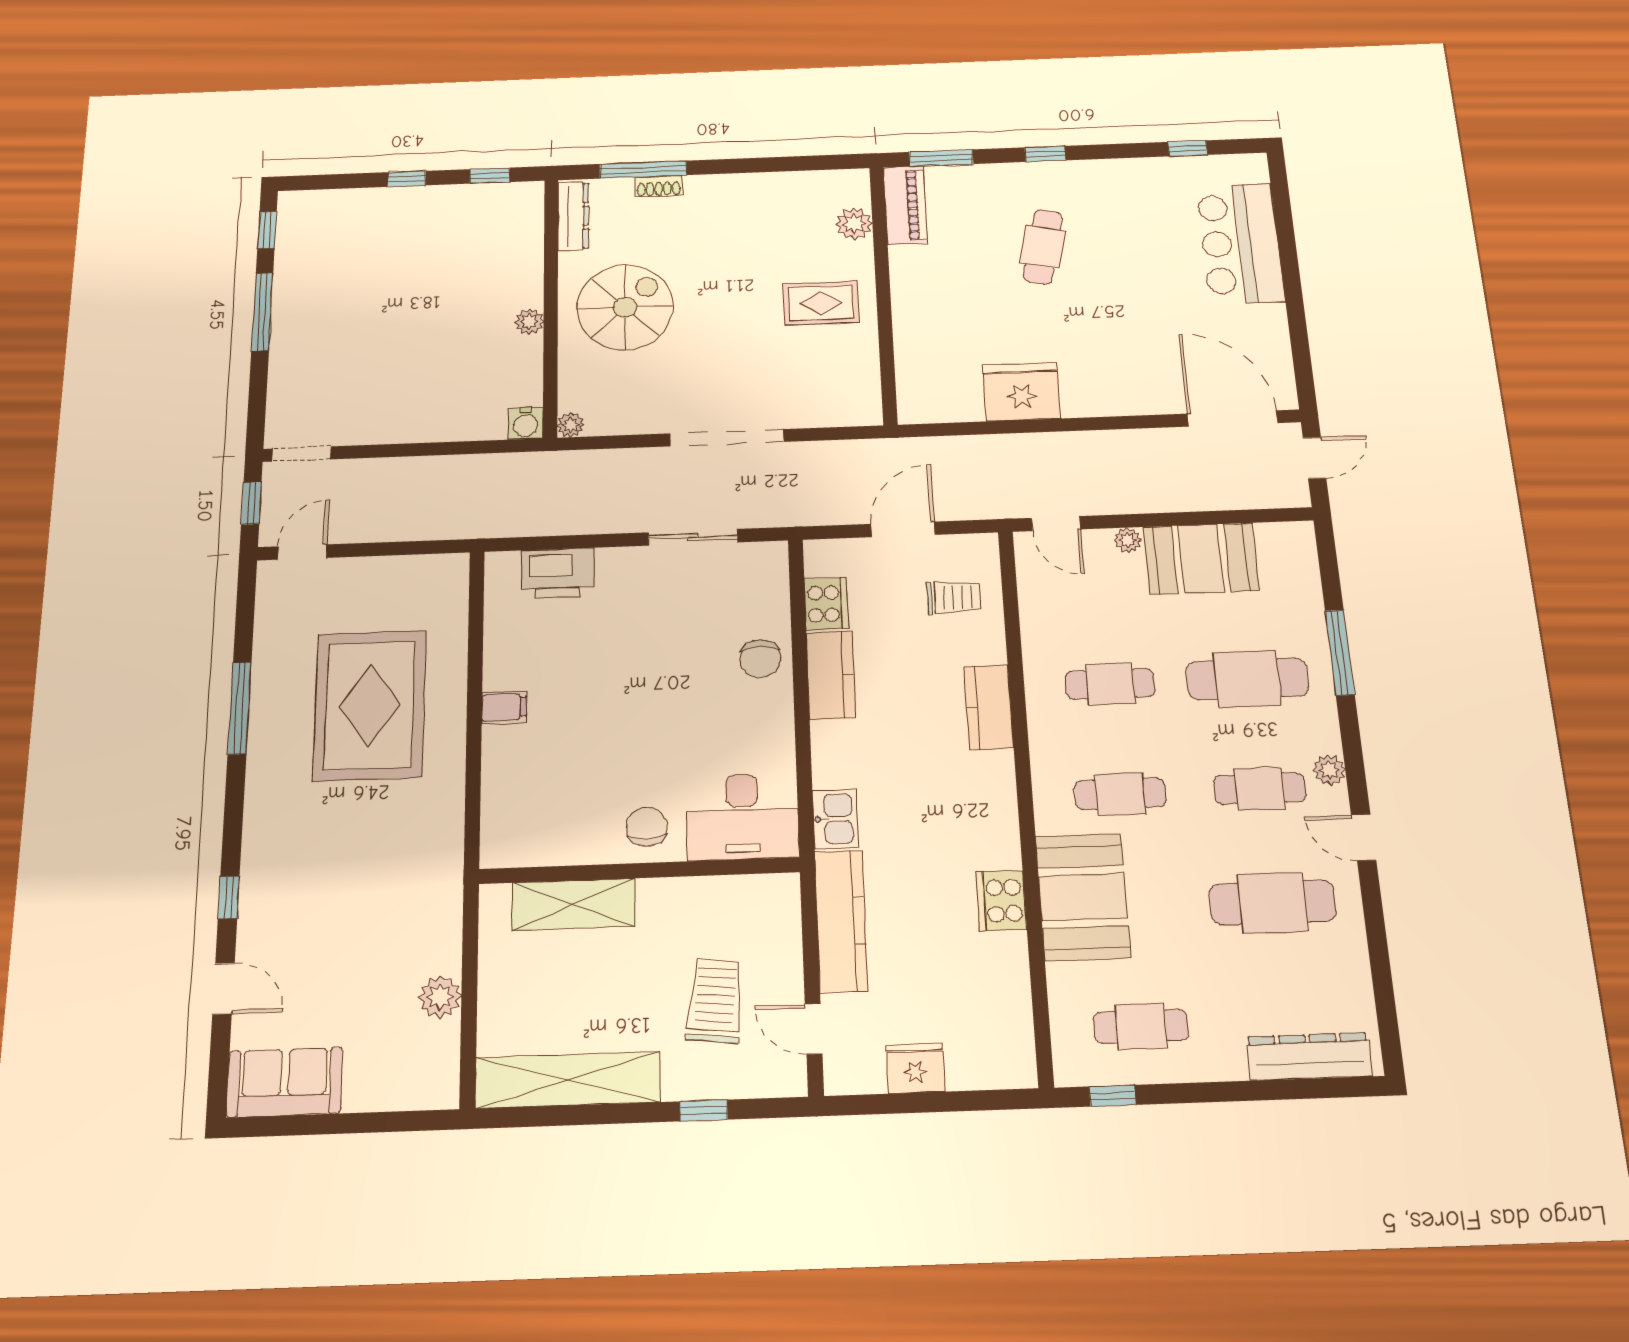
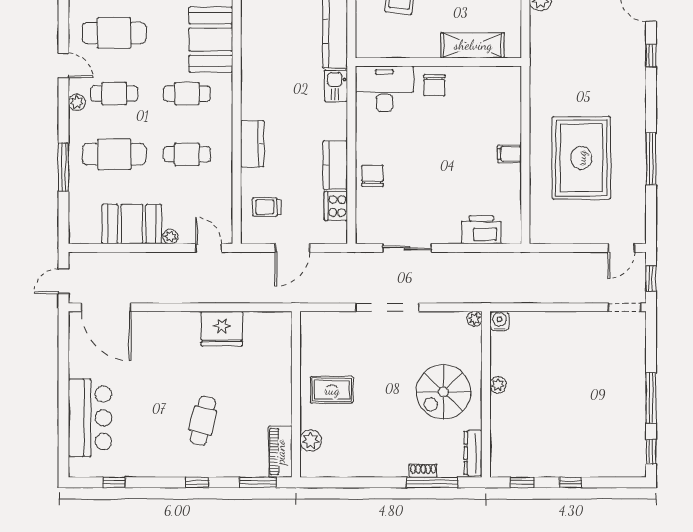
cooker: (1001, 901) -> (253, 39), removed

